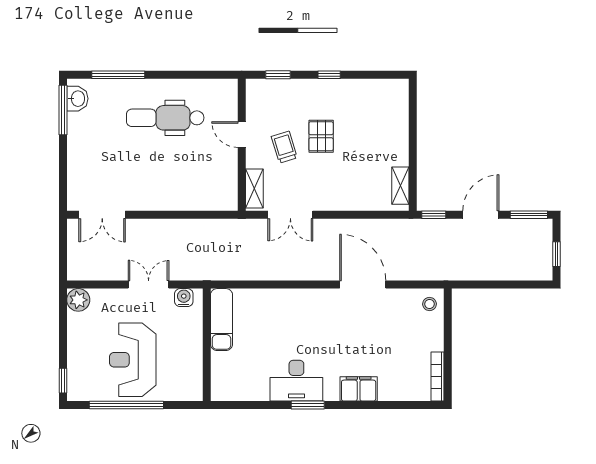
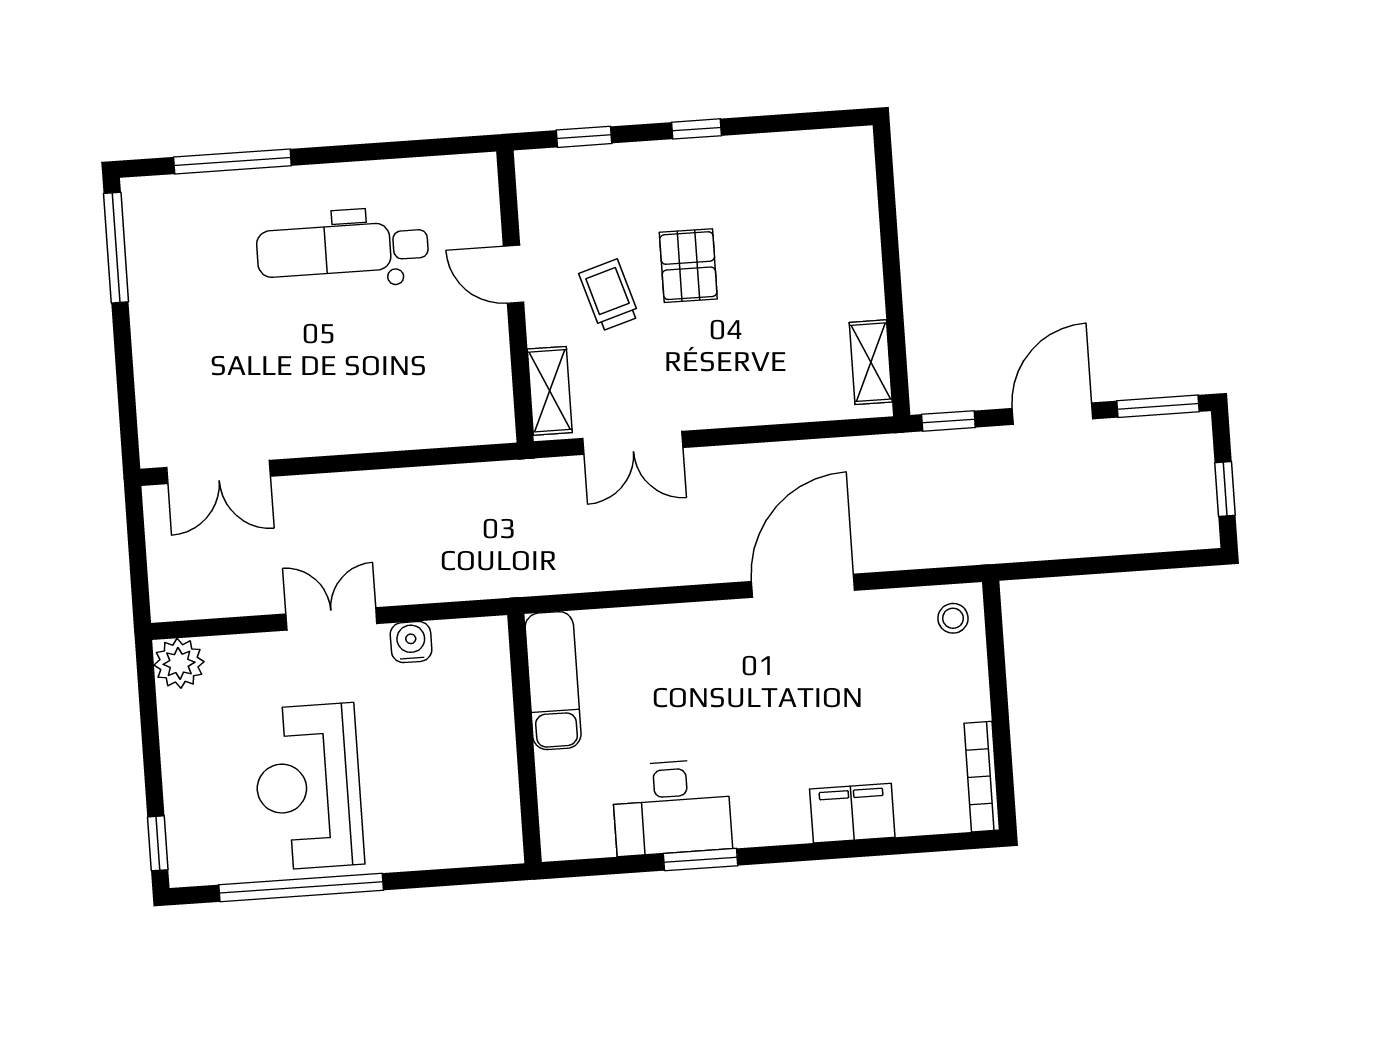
washbasin: (77, 99) -> (146, 220), removed
door: (363, 285) -> (803, 586), hinge flipped
exam couch: (222, 320) -> (553, 681), moved
wall: (207, 345) -> (524, 739), moved
filing cabinet: (359, 389) -> (852, 813), moved

